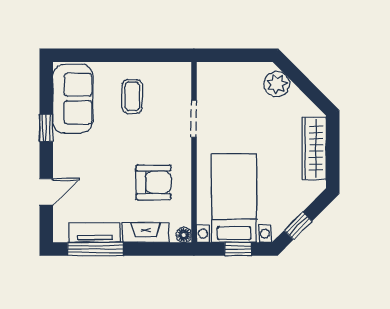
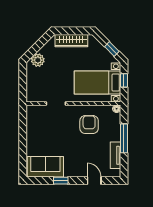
coffee table: (132, 96) -> (44, 136), removed
fireplace: (146, 232) -> (115, 129), removed
window: (95, 249) -> (124, 138), moved

